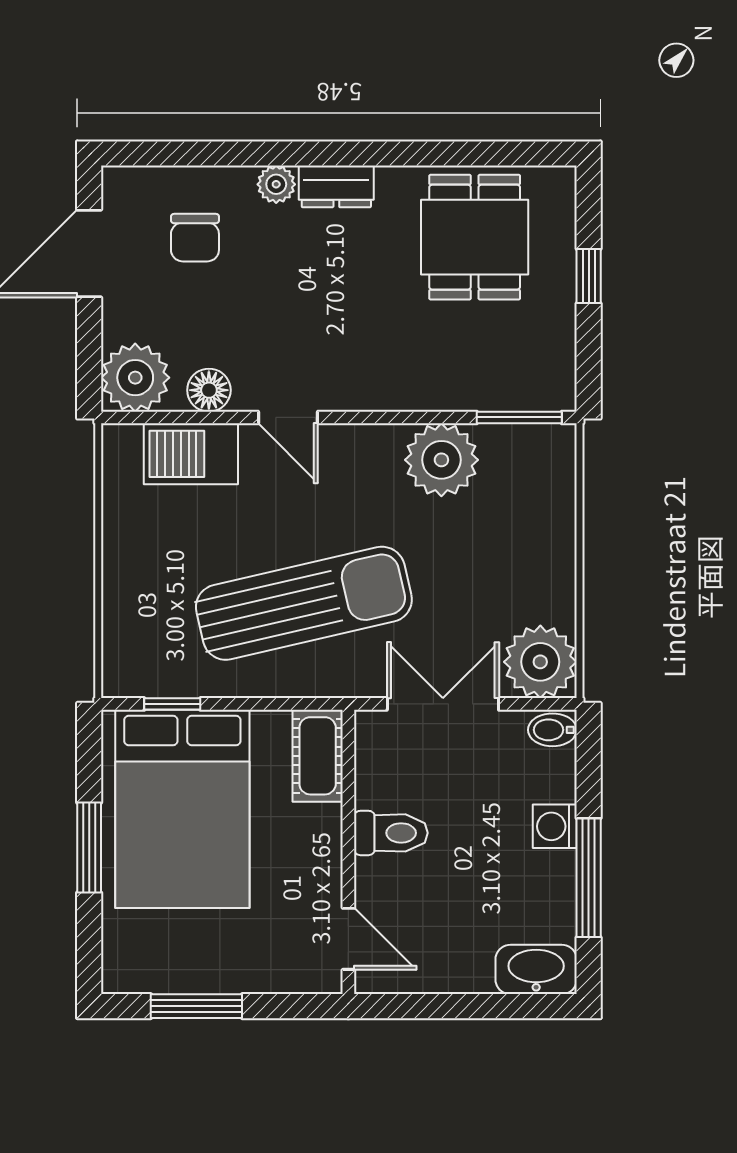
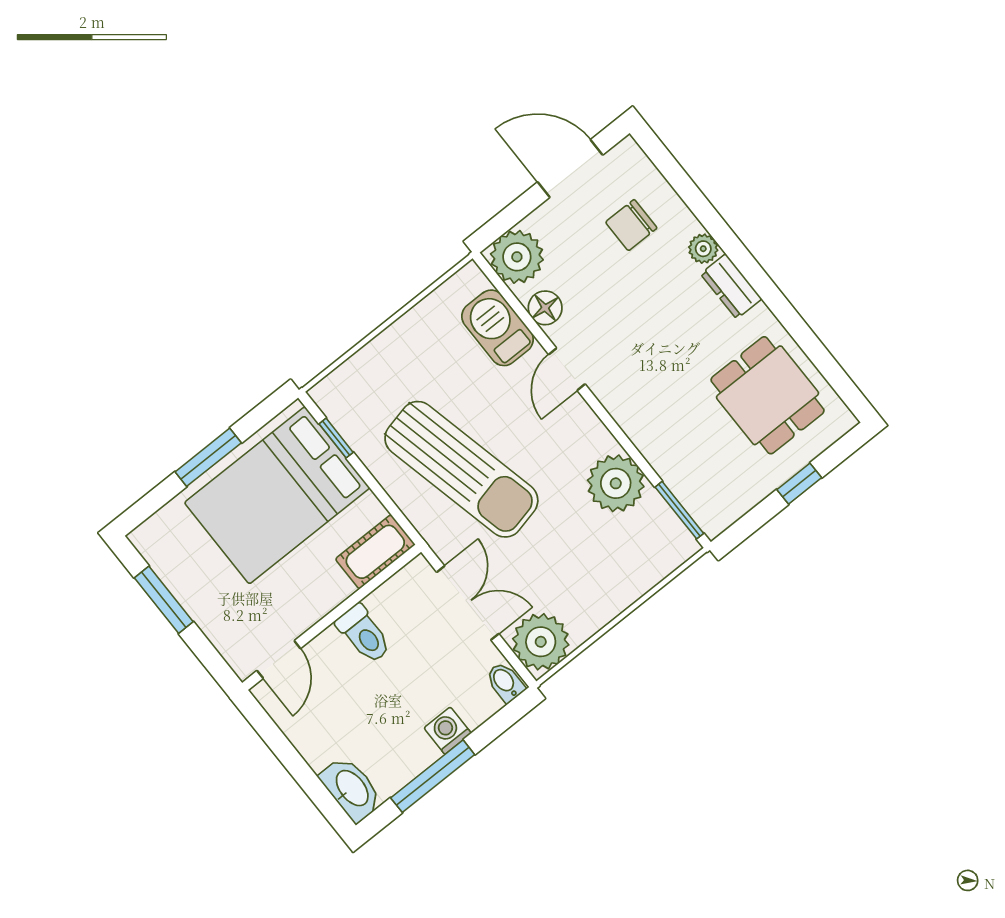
dining table: (475, 237) -> (768, 395), turned 90

